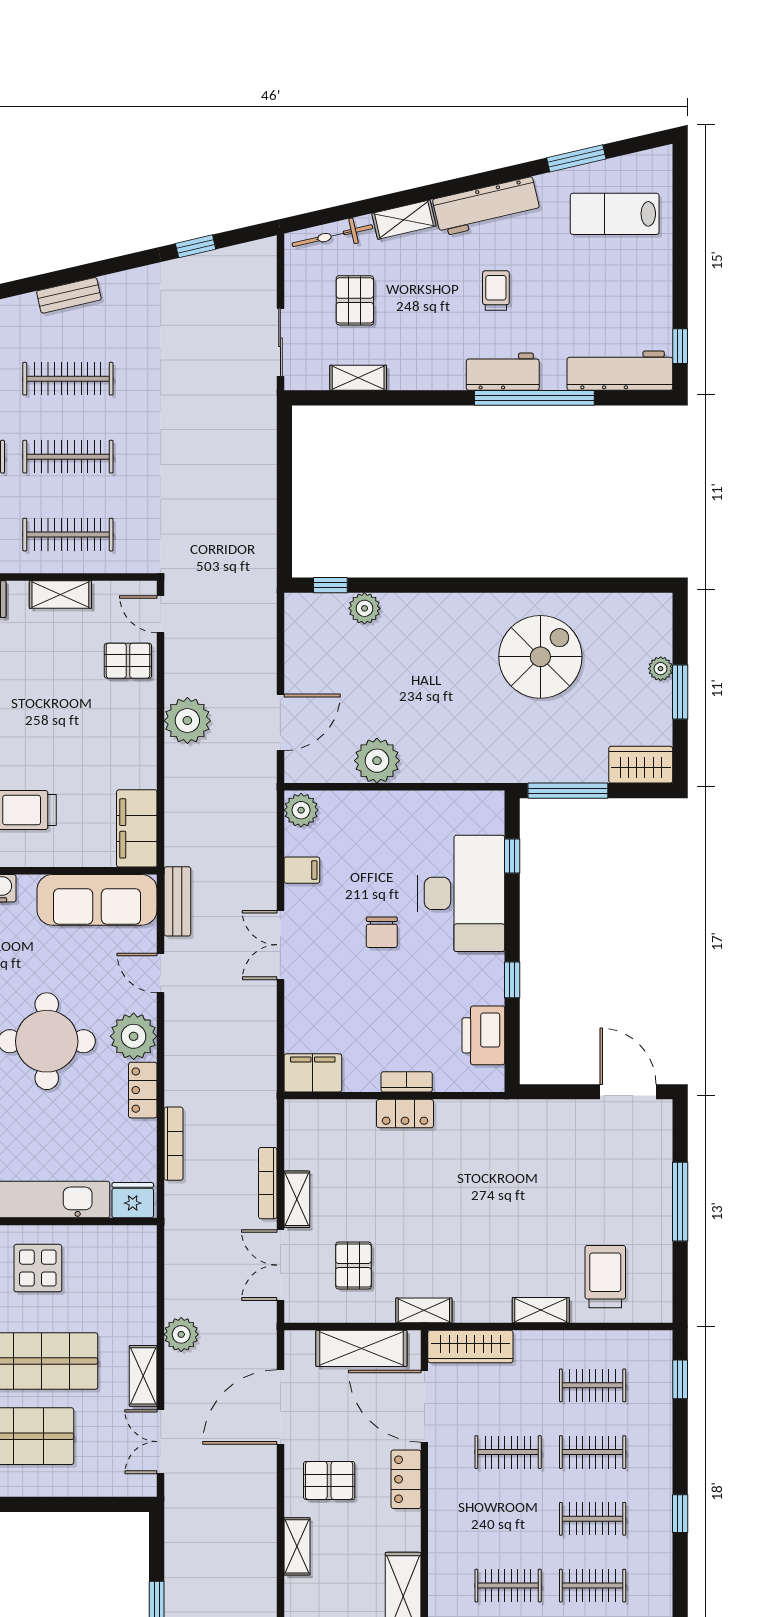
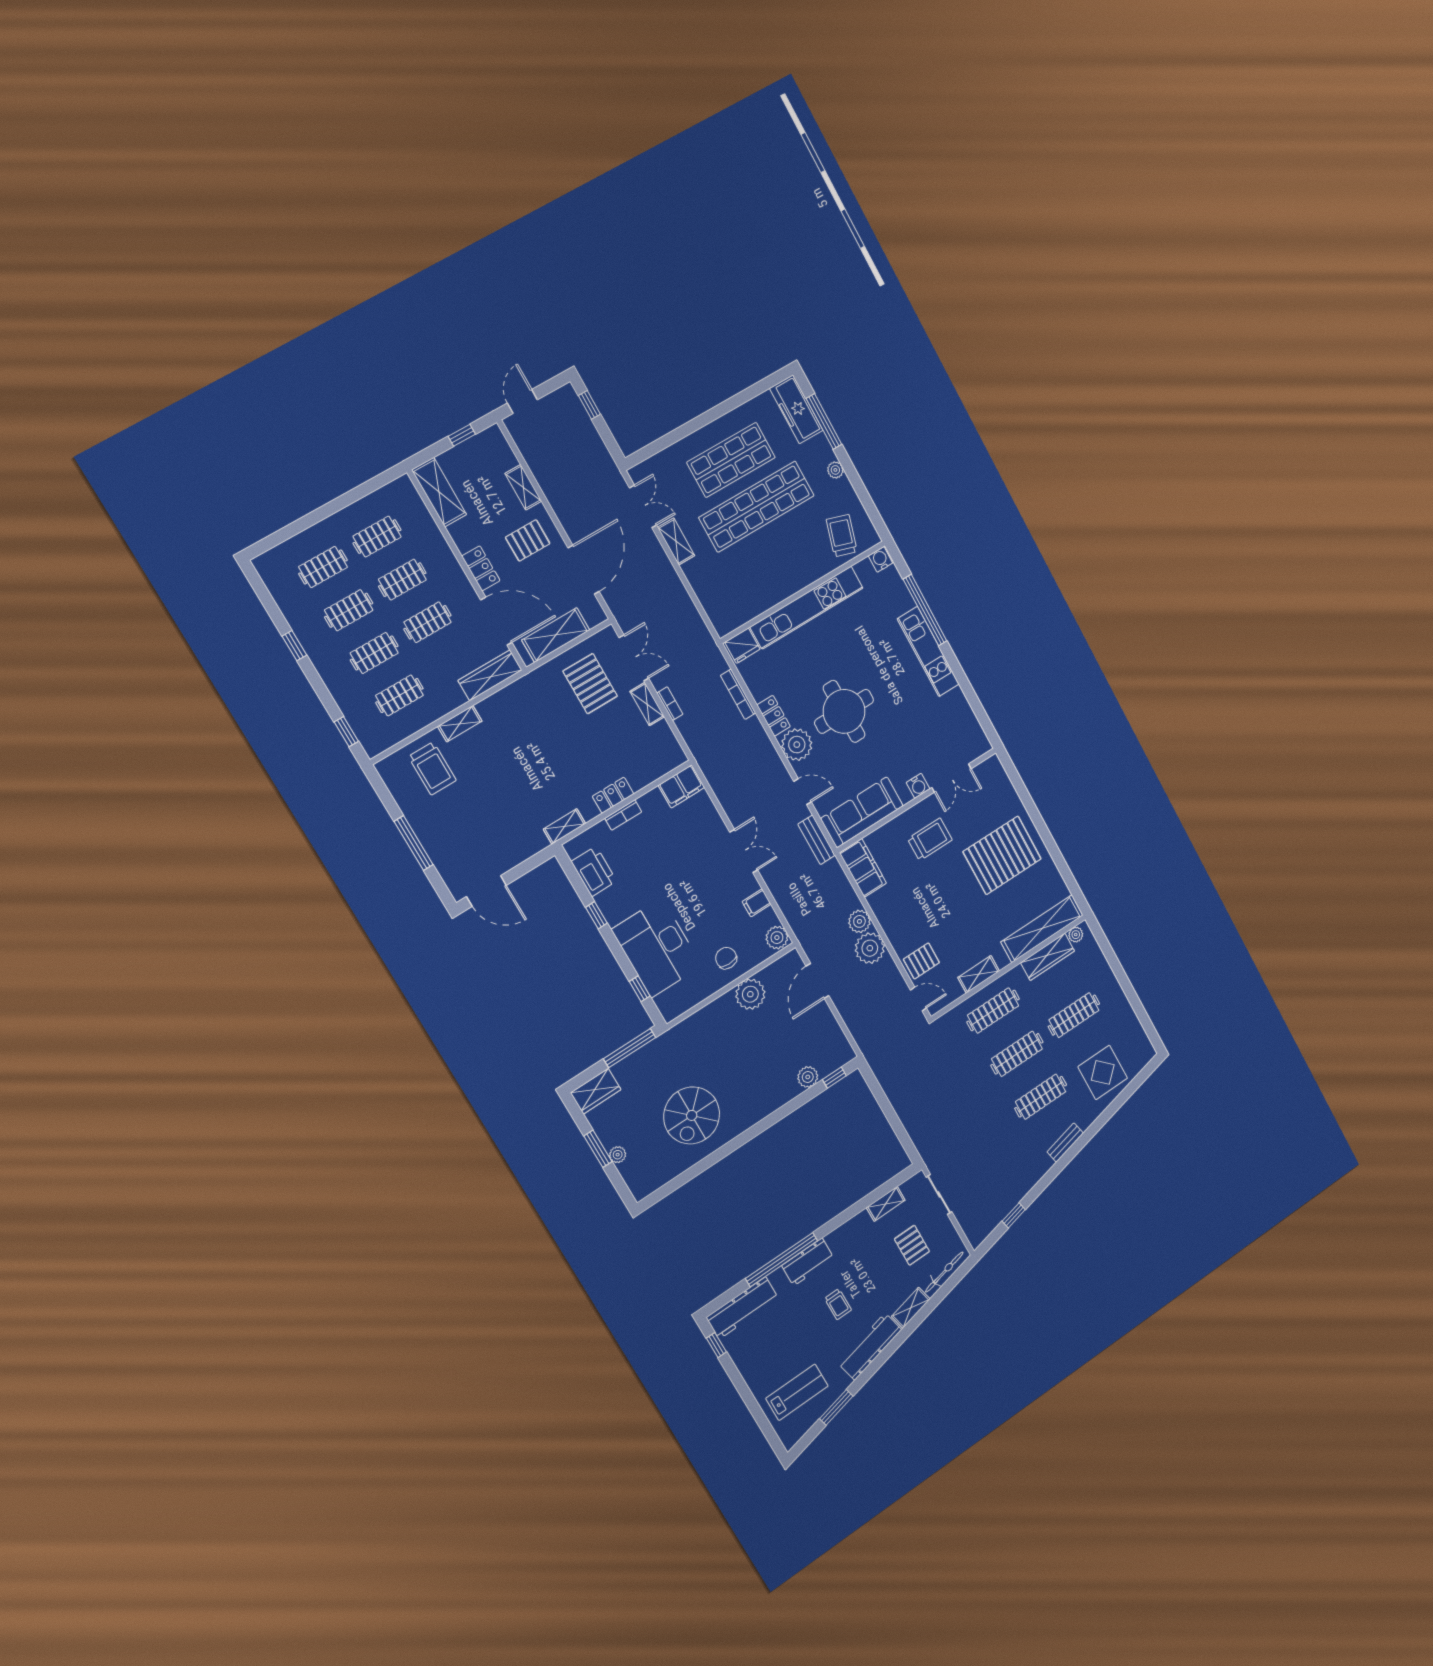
chair: (382, 932) -> (726, 958), moved
bookcase: (268, 1183) -> (670, 704), width x0.64
pallet: (353, 1265) -> (590, 684), width x1.50, depth x1.42
display table: (38, 1268) -> (774, 572), removed
shelving: (424, 1310) -> (564, 826), moved
plant: (181, 1334) -> (859, 921), moved
clothes rail: (508, 1519) -> (402, 580), added

